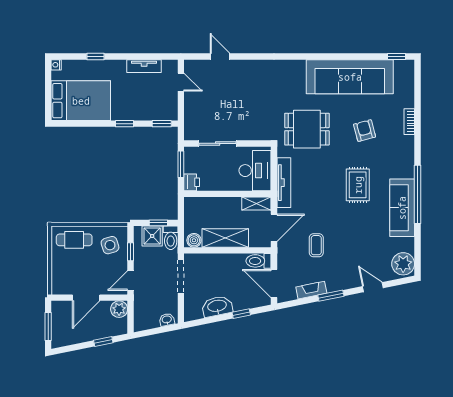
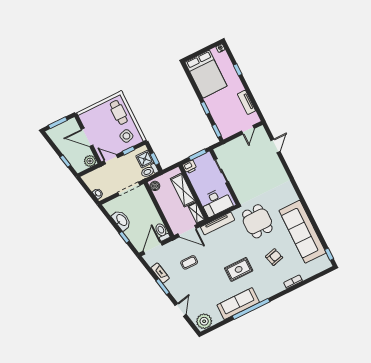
shelving: (225, 238) -> (183, 190), moved

